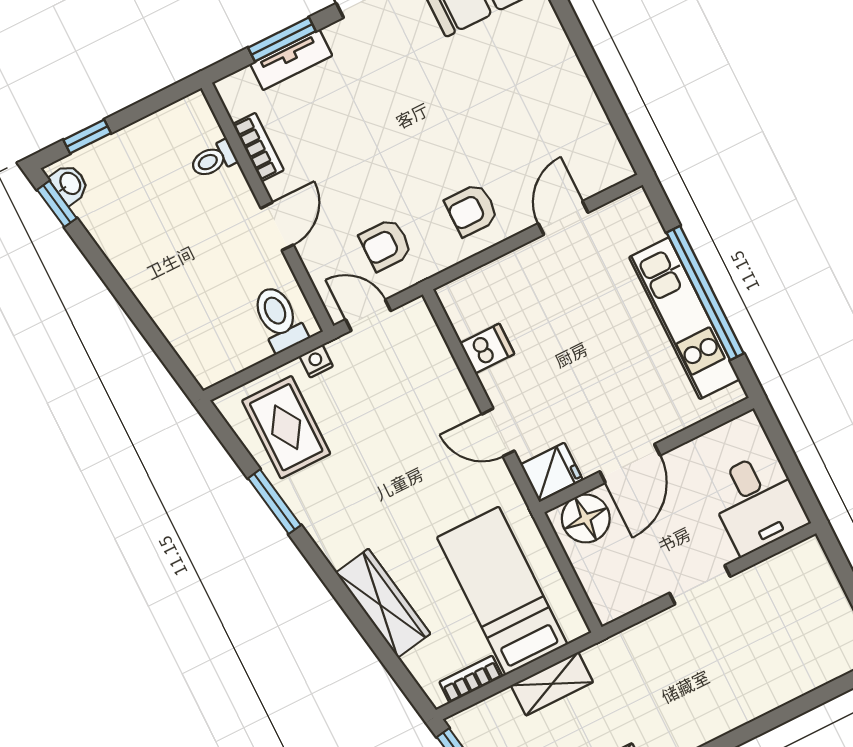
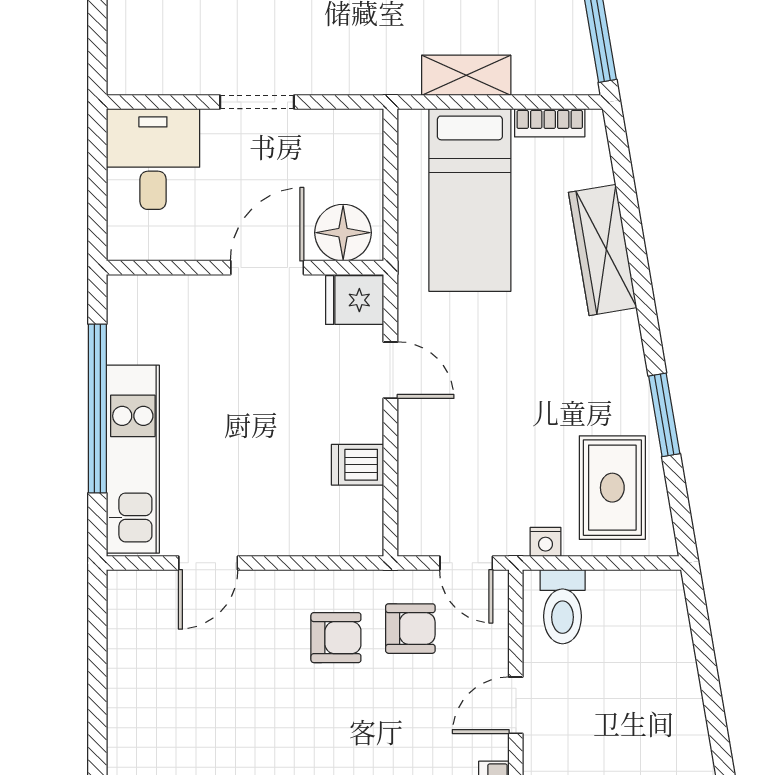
armchair: (472, 210) -> (336, 638), moved
kitchen unit: (684, 318) -> (133, 459), moved

